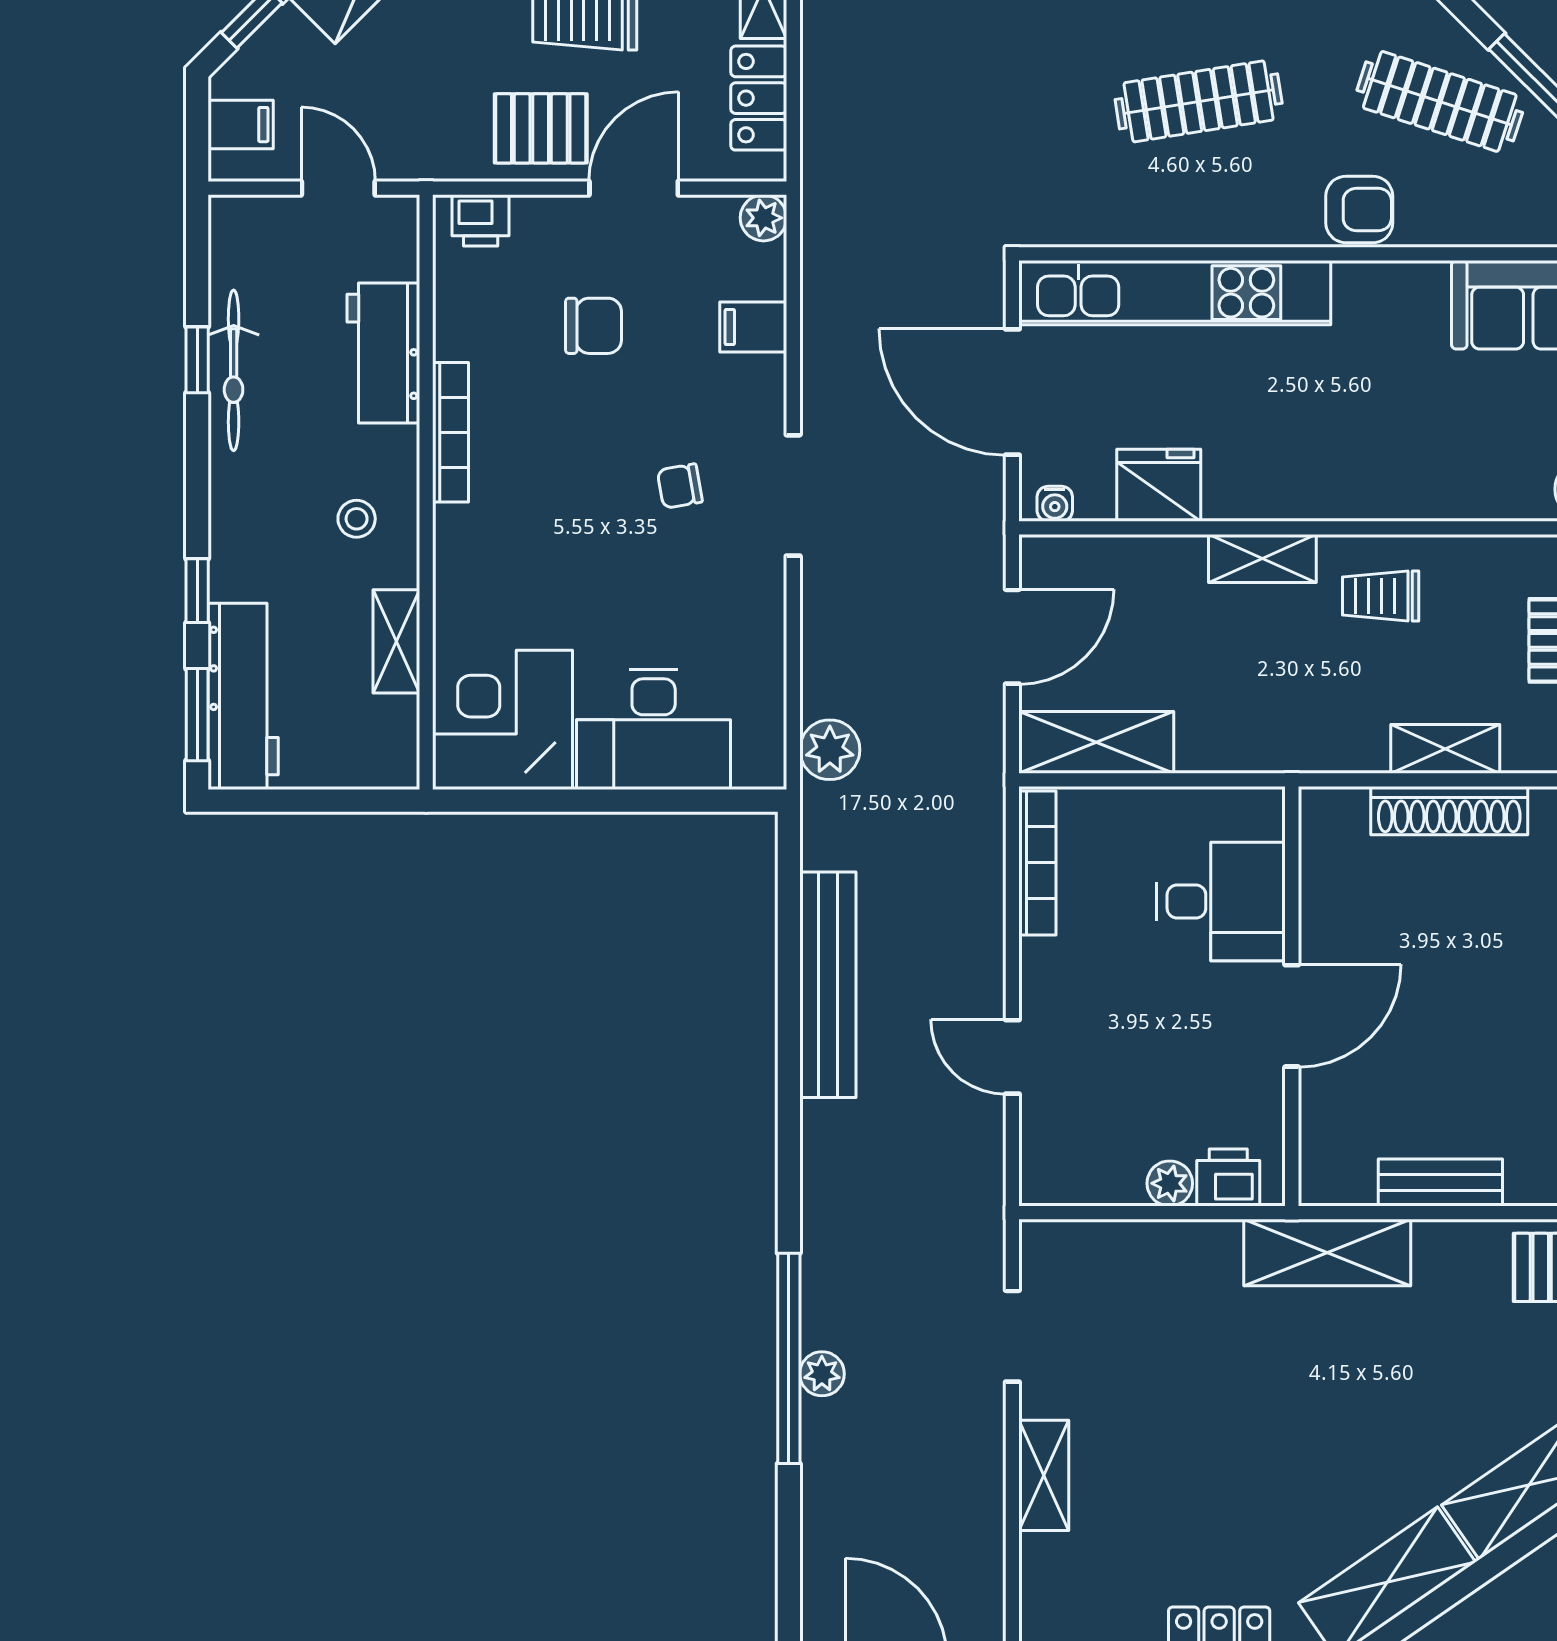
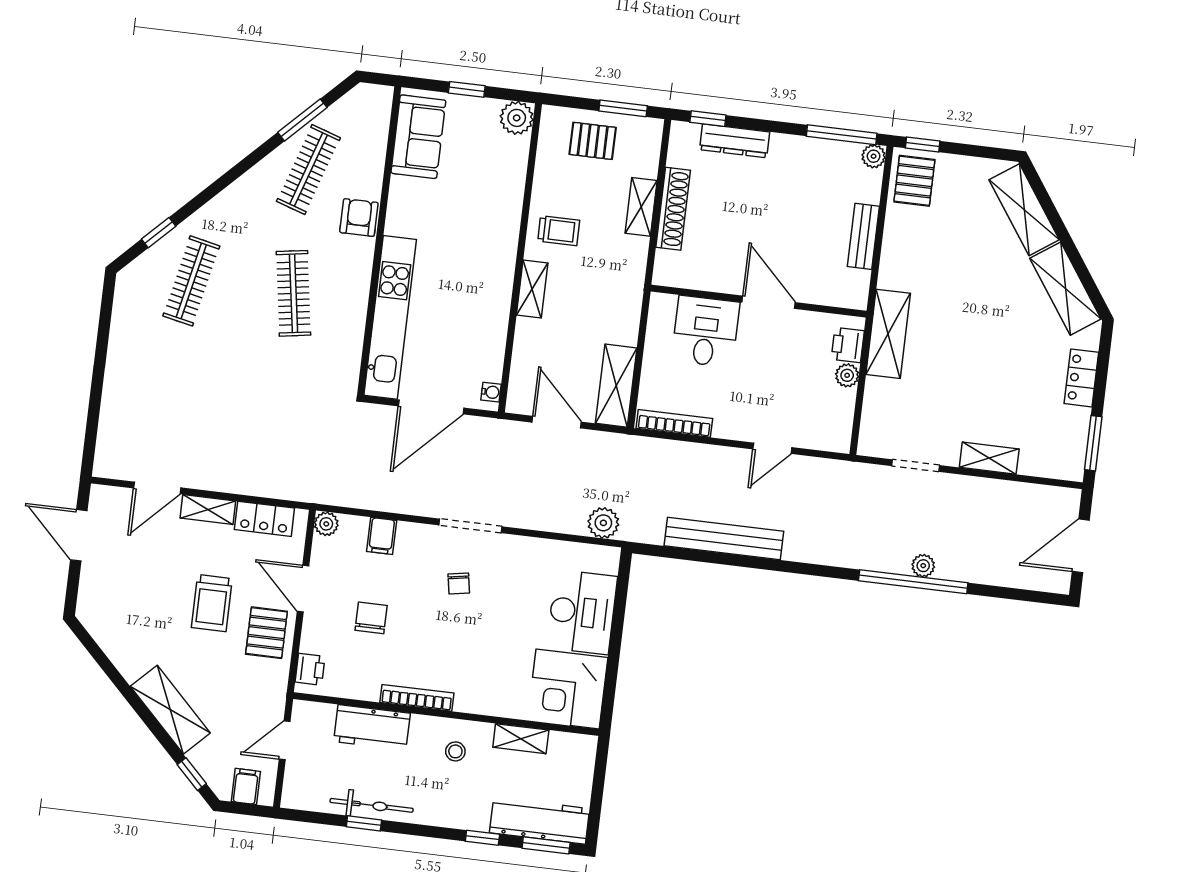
fridge: (1159, 485) -> (488, 338), removed
trolley: (1381, 596) -> (559, 231), turned -90
shelving: (1327, 1253) -> (888, 334), moved

